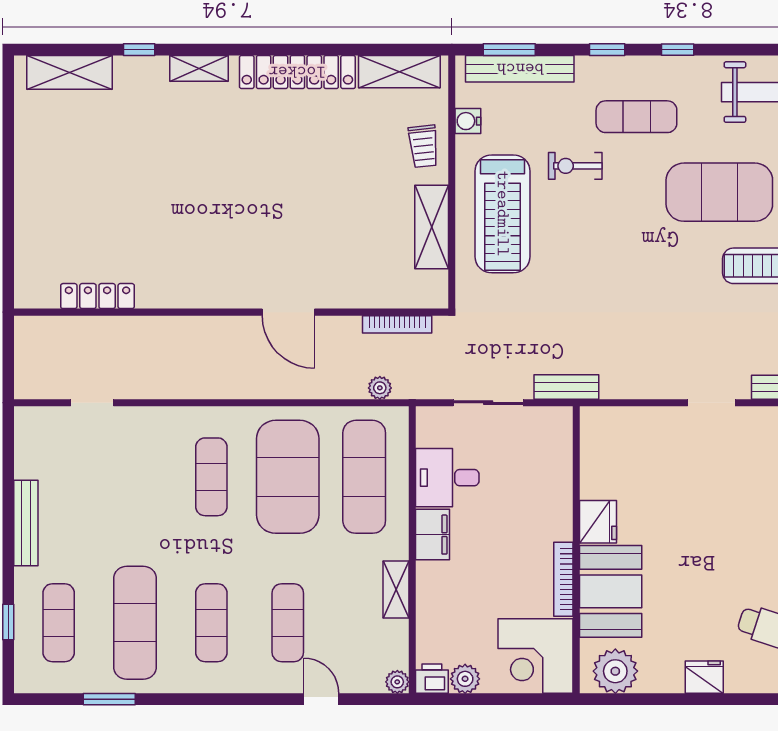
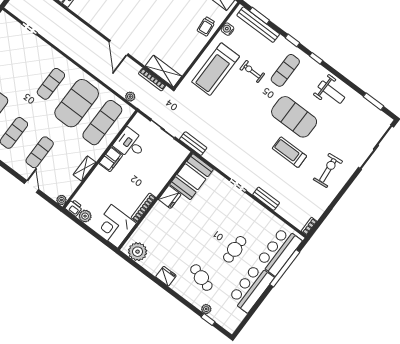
exercise mat: (636, 117) -> (285, 70), turned 90
shelving: (432, 227) -> (163, 71), moved, turned 90
booth: (611, 591) -> (192, 177), moved

